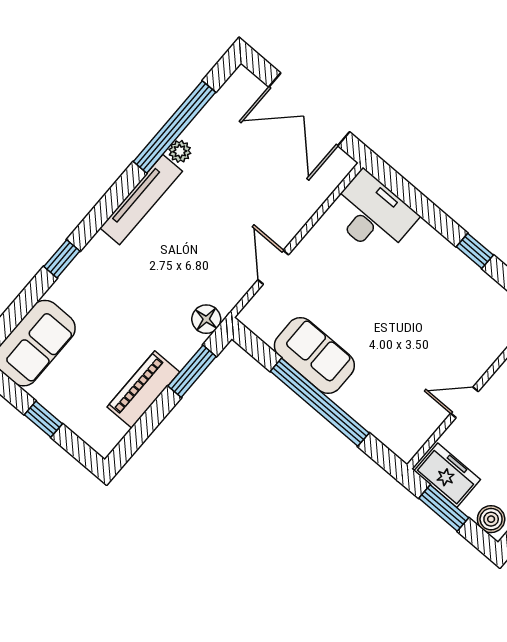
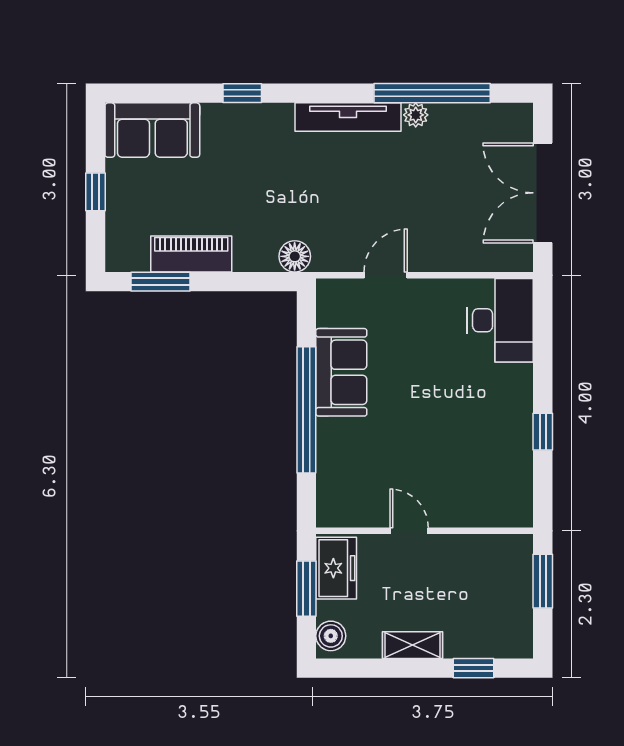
window: (192, 371) -> (161, 282), moved

